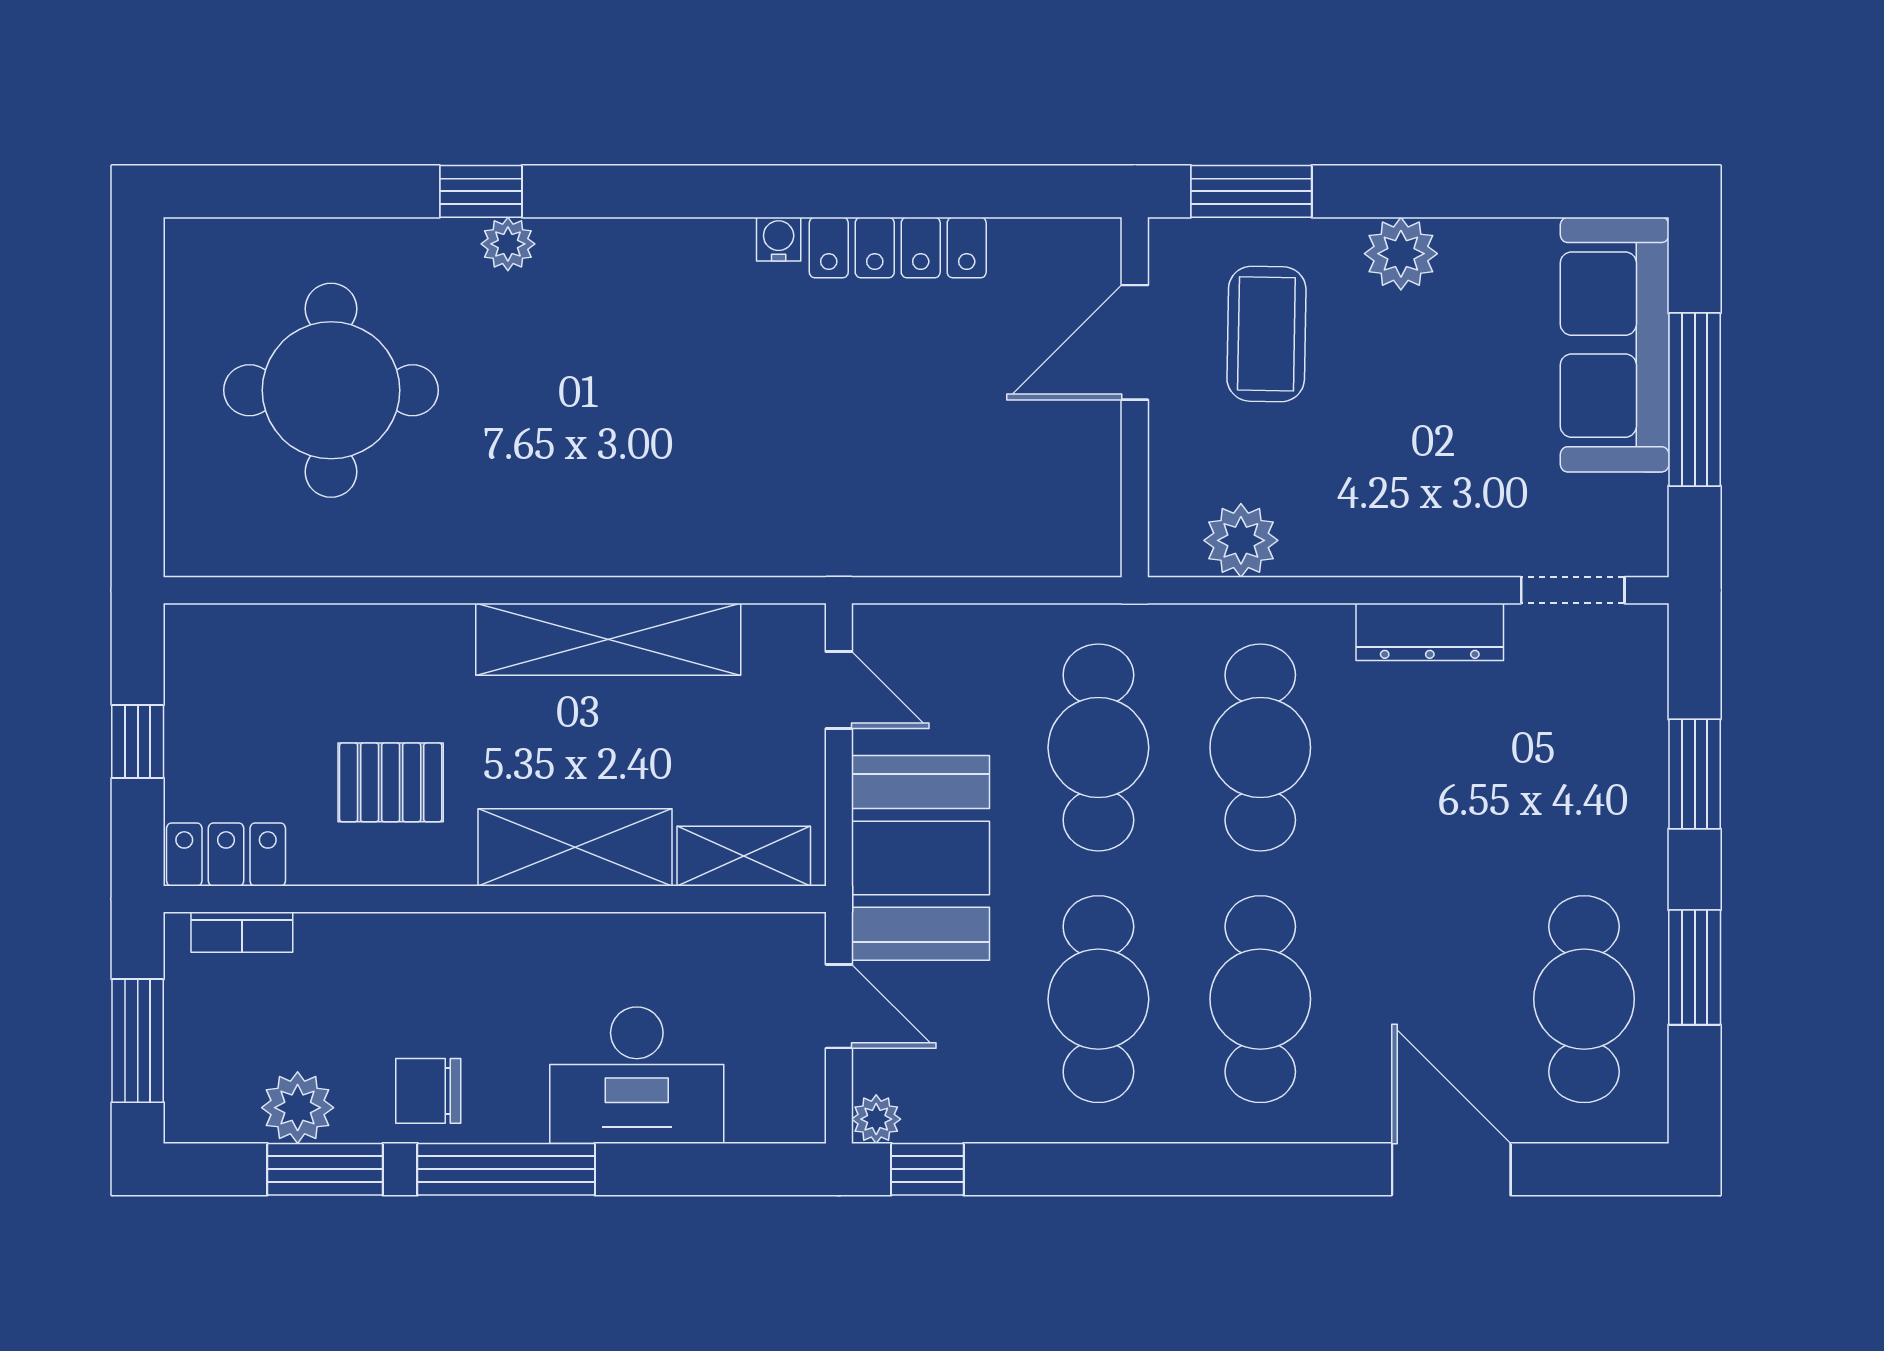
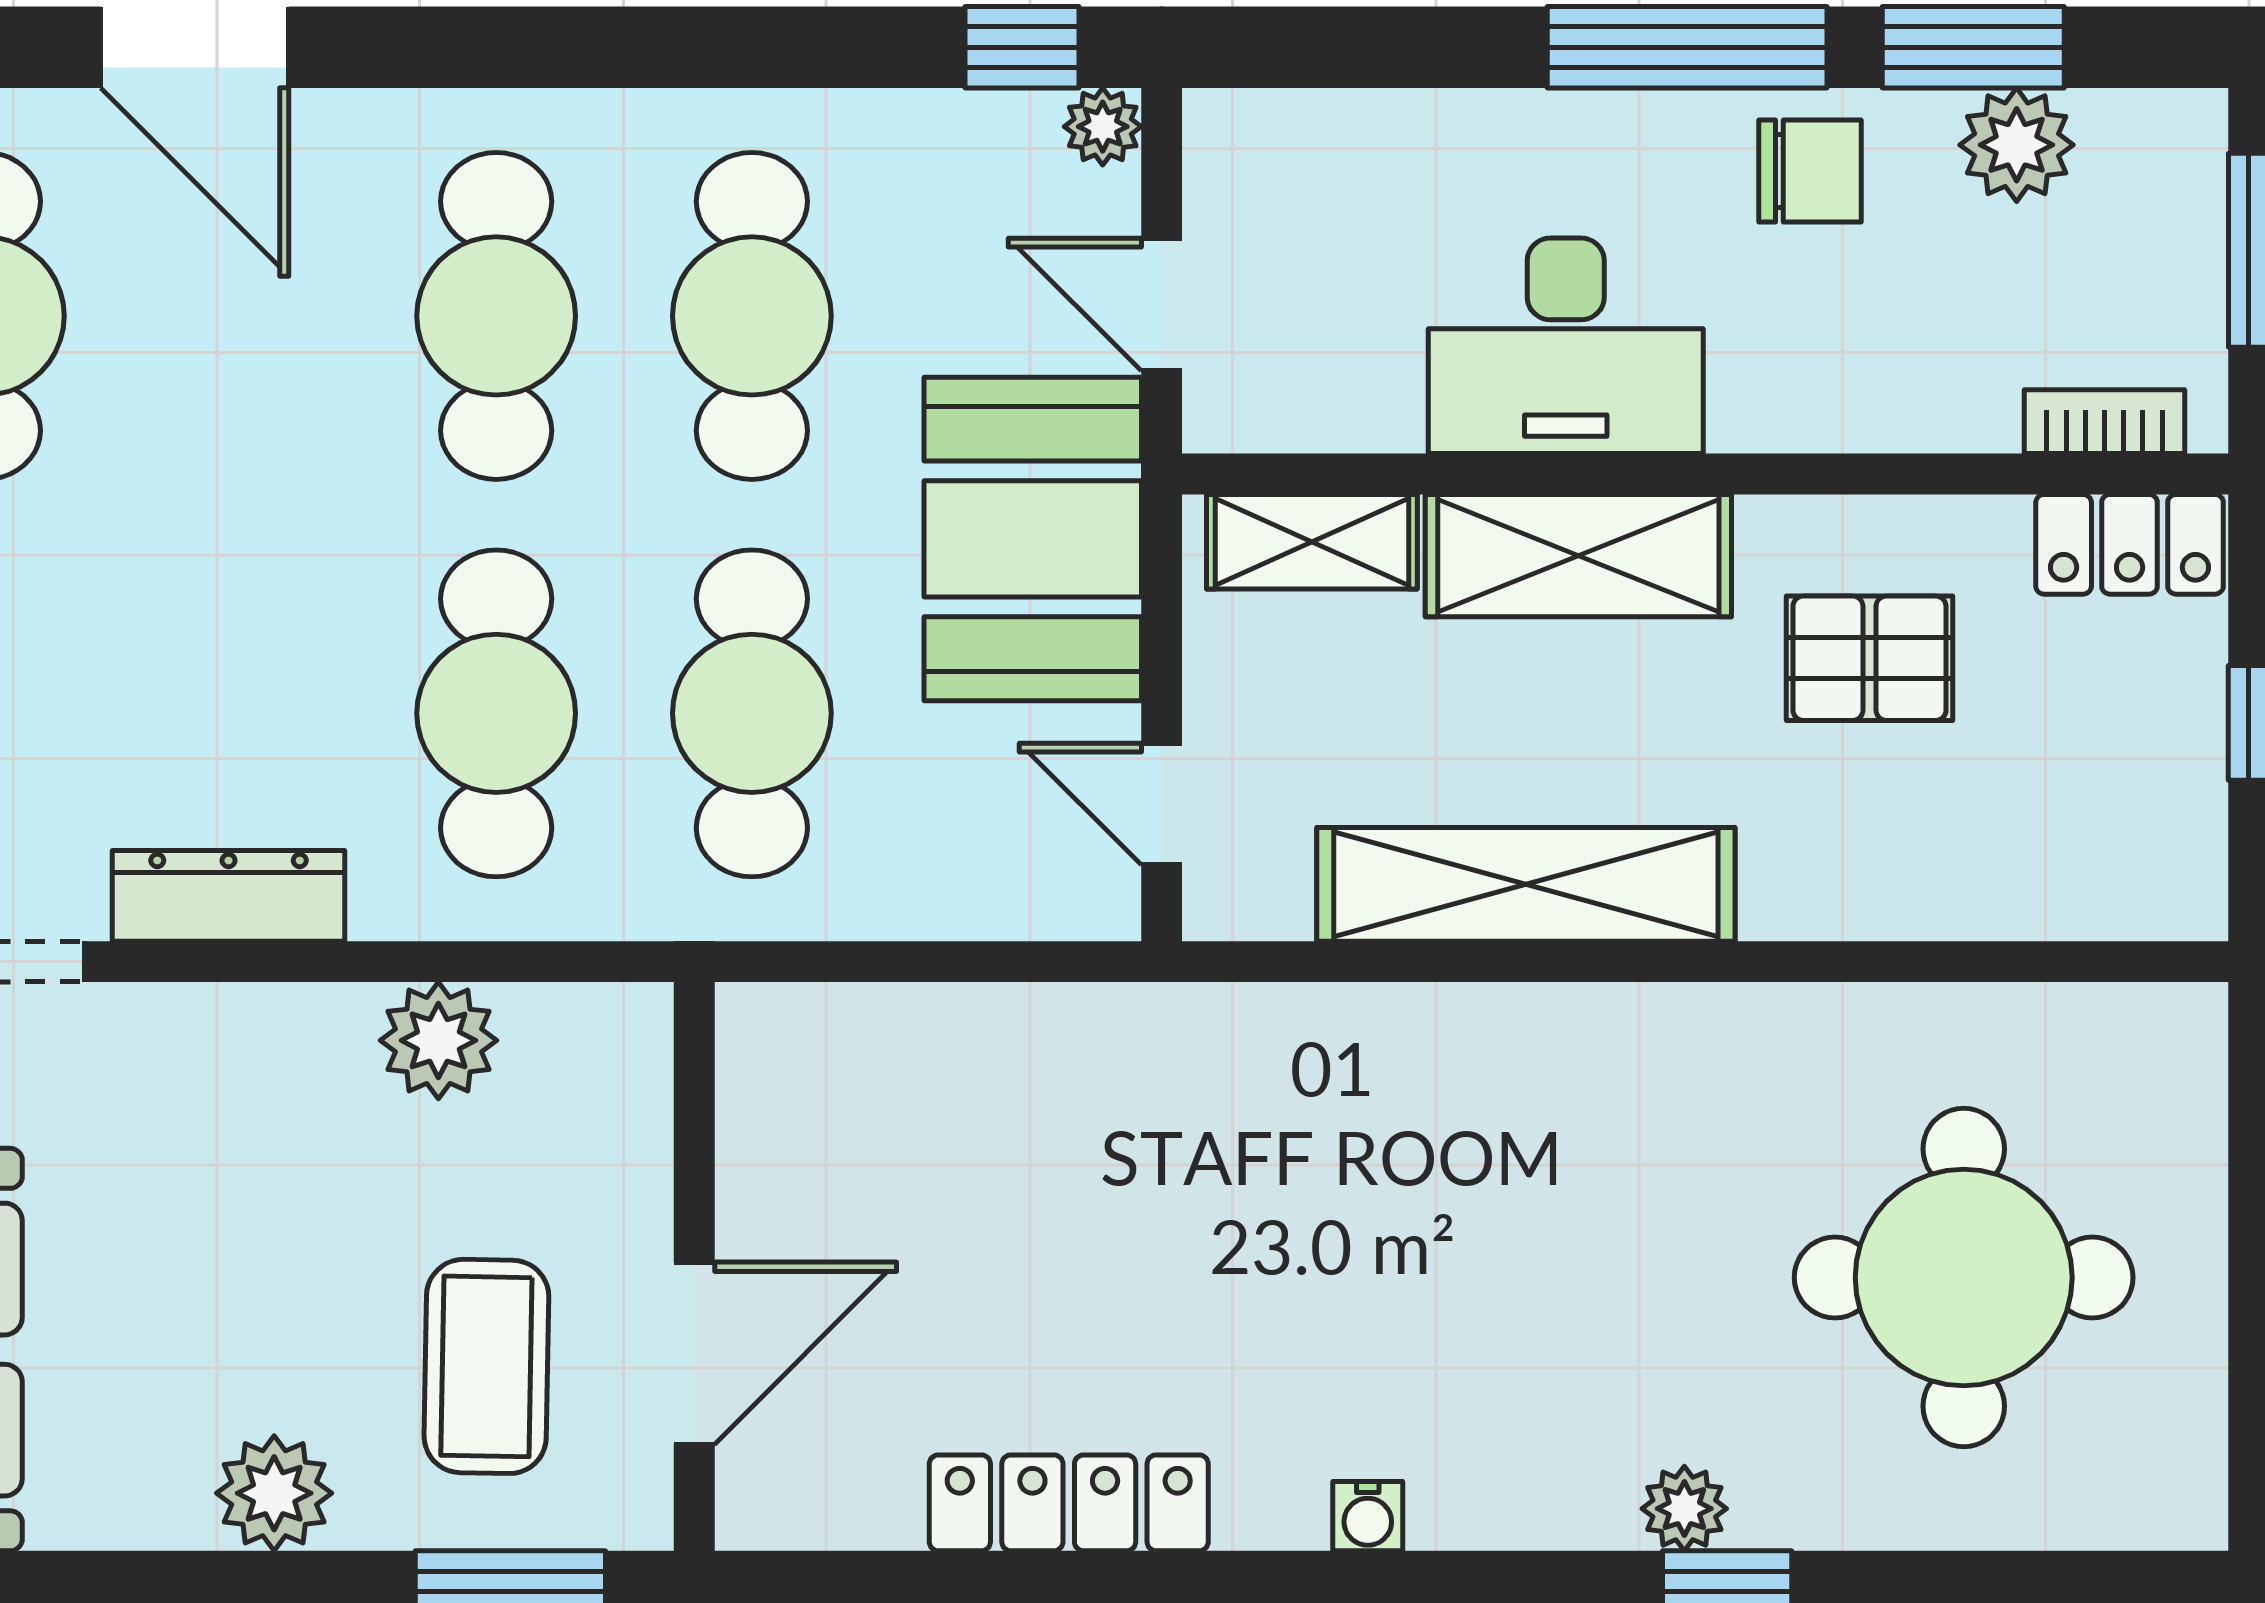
water cooler: (779, 239) -> (1368, 1516), moved
plant: (1241, 540) -> (438, 1040), moved
desk: (637, 1075) -> (1566, 346), moved, turned 180

